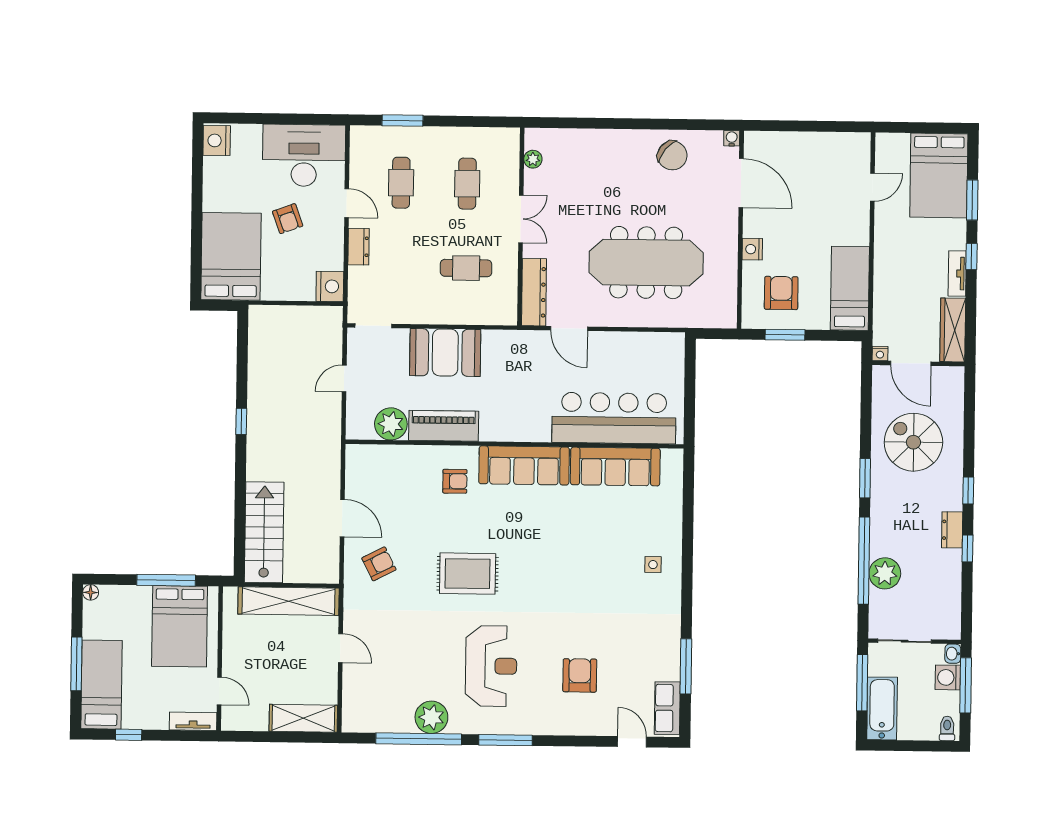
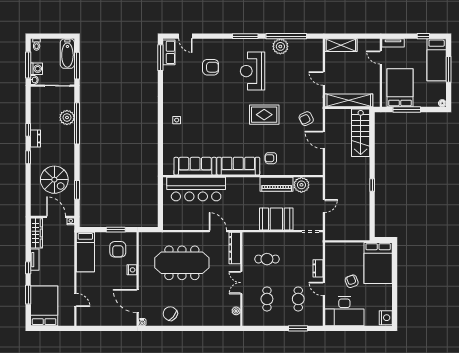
door: (872, 187) -> (75, 300), swing flipped
nightstand: (330, 286) -> (331, 249), removed
window: (865, 478) -> (77, 190), moved
window: (686, 666) -> (160, 58), moved
armchair: (580, 675) -> (211, 67), turned -90

